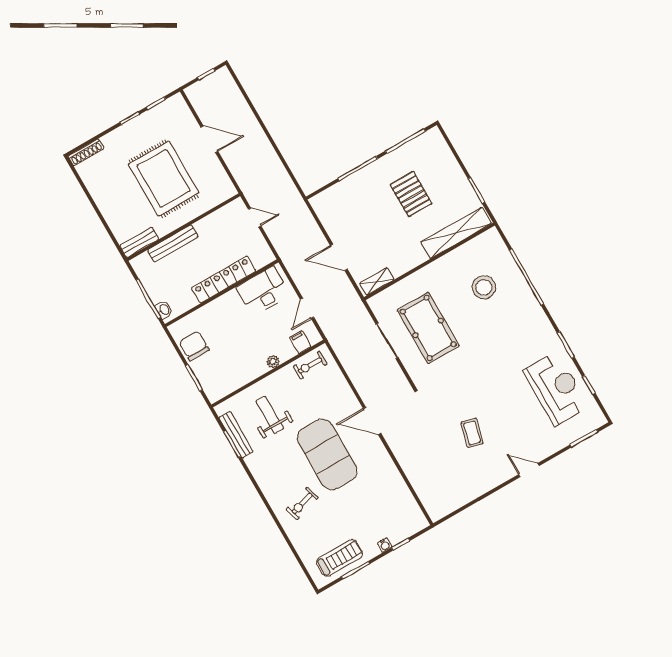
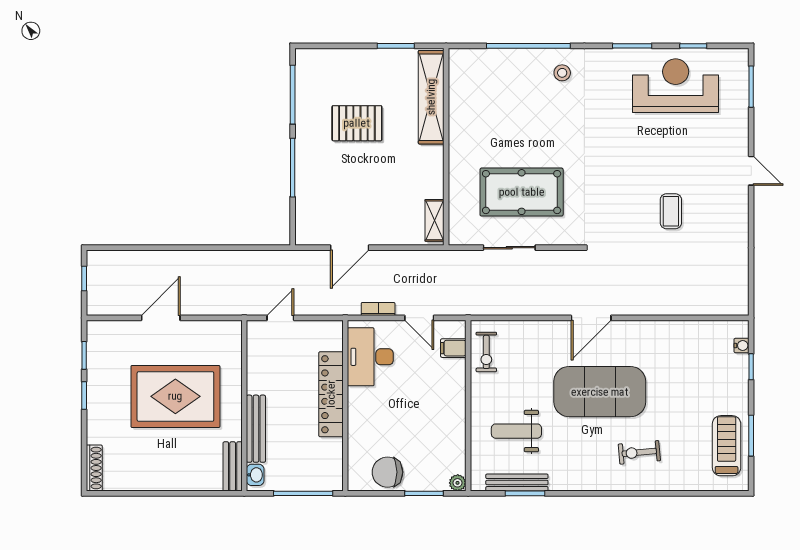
door: (339, 257) -> (350, 248), moved
bookcase: (297, 278) -> (378, 309), added
stool: (484, 287) -> (562, 73), moved, width x0.53, depth x0.53
washbasin: (164, 310) -> (255, 475), moved, turned 90
plant: (273, 362) -> (458, 483), moved
coffee table: (472, 433) -> (671, 211), turned 75
door: (529, 470) -> (751, 171), swing flipped
exercise bike: (302, 503) -> (639, 452), turned 101
water cooler: (385, 545) -> (742, 345), moved

